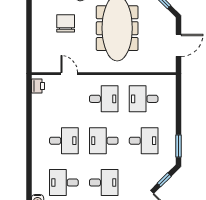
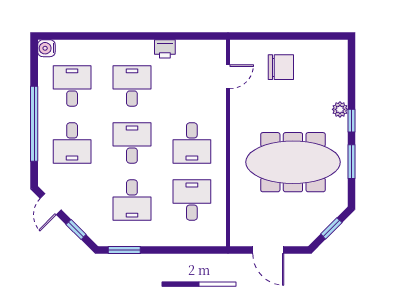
chair: (66, 23) -> (281, 67), moved
door: (69, 74) -> (228, 77), moved
printer: (38, 86) -> (165, 49), moved
desk: (64, 141) -> (132, 86), turned 180

